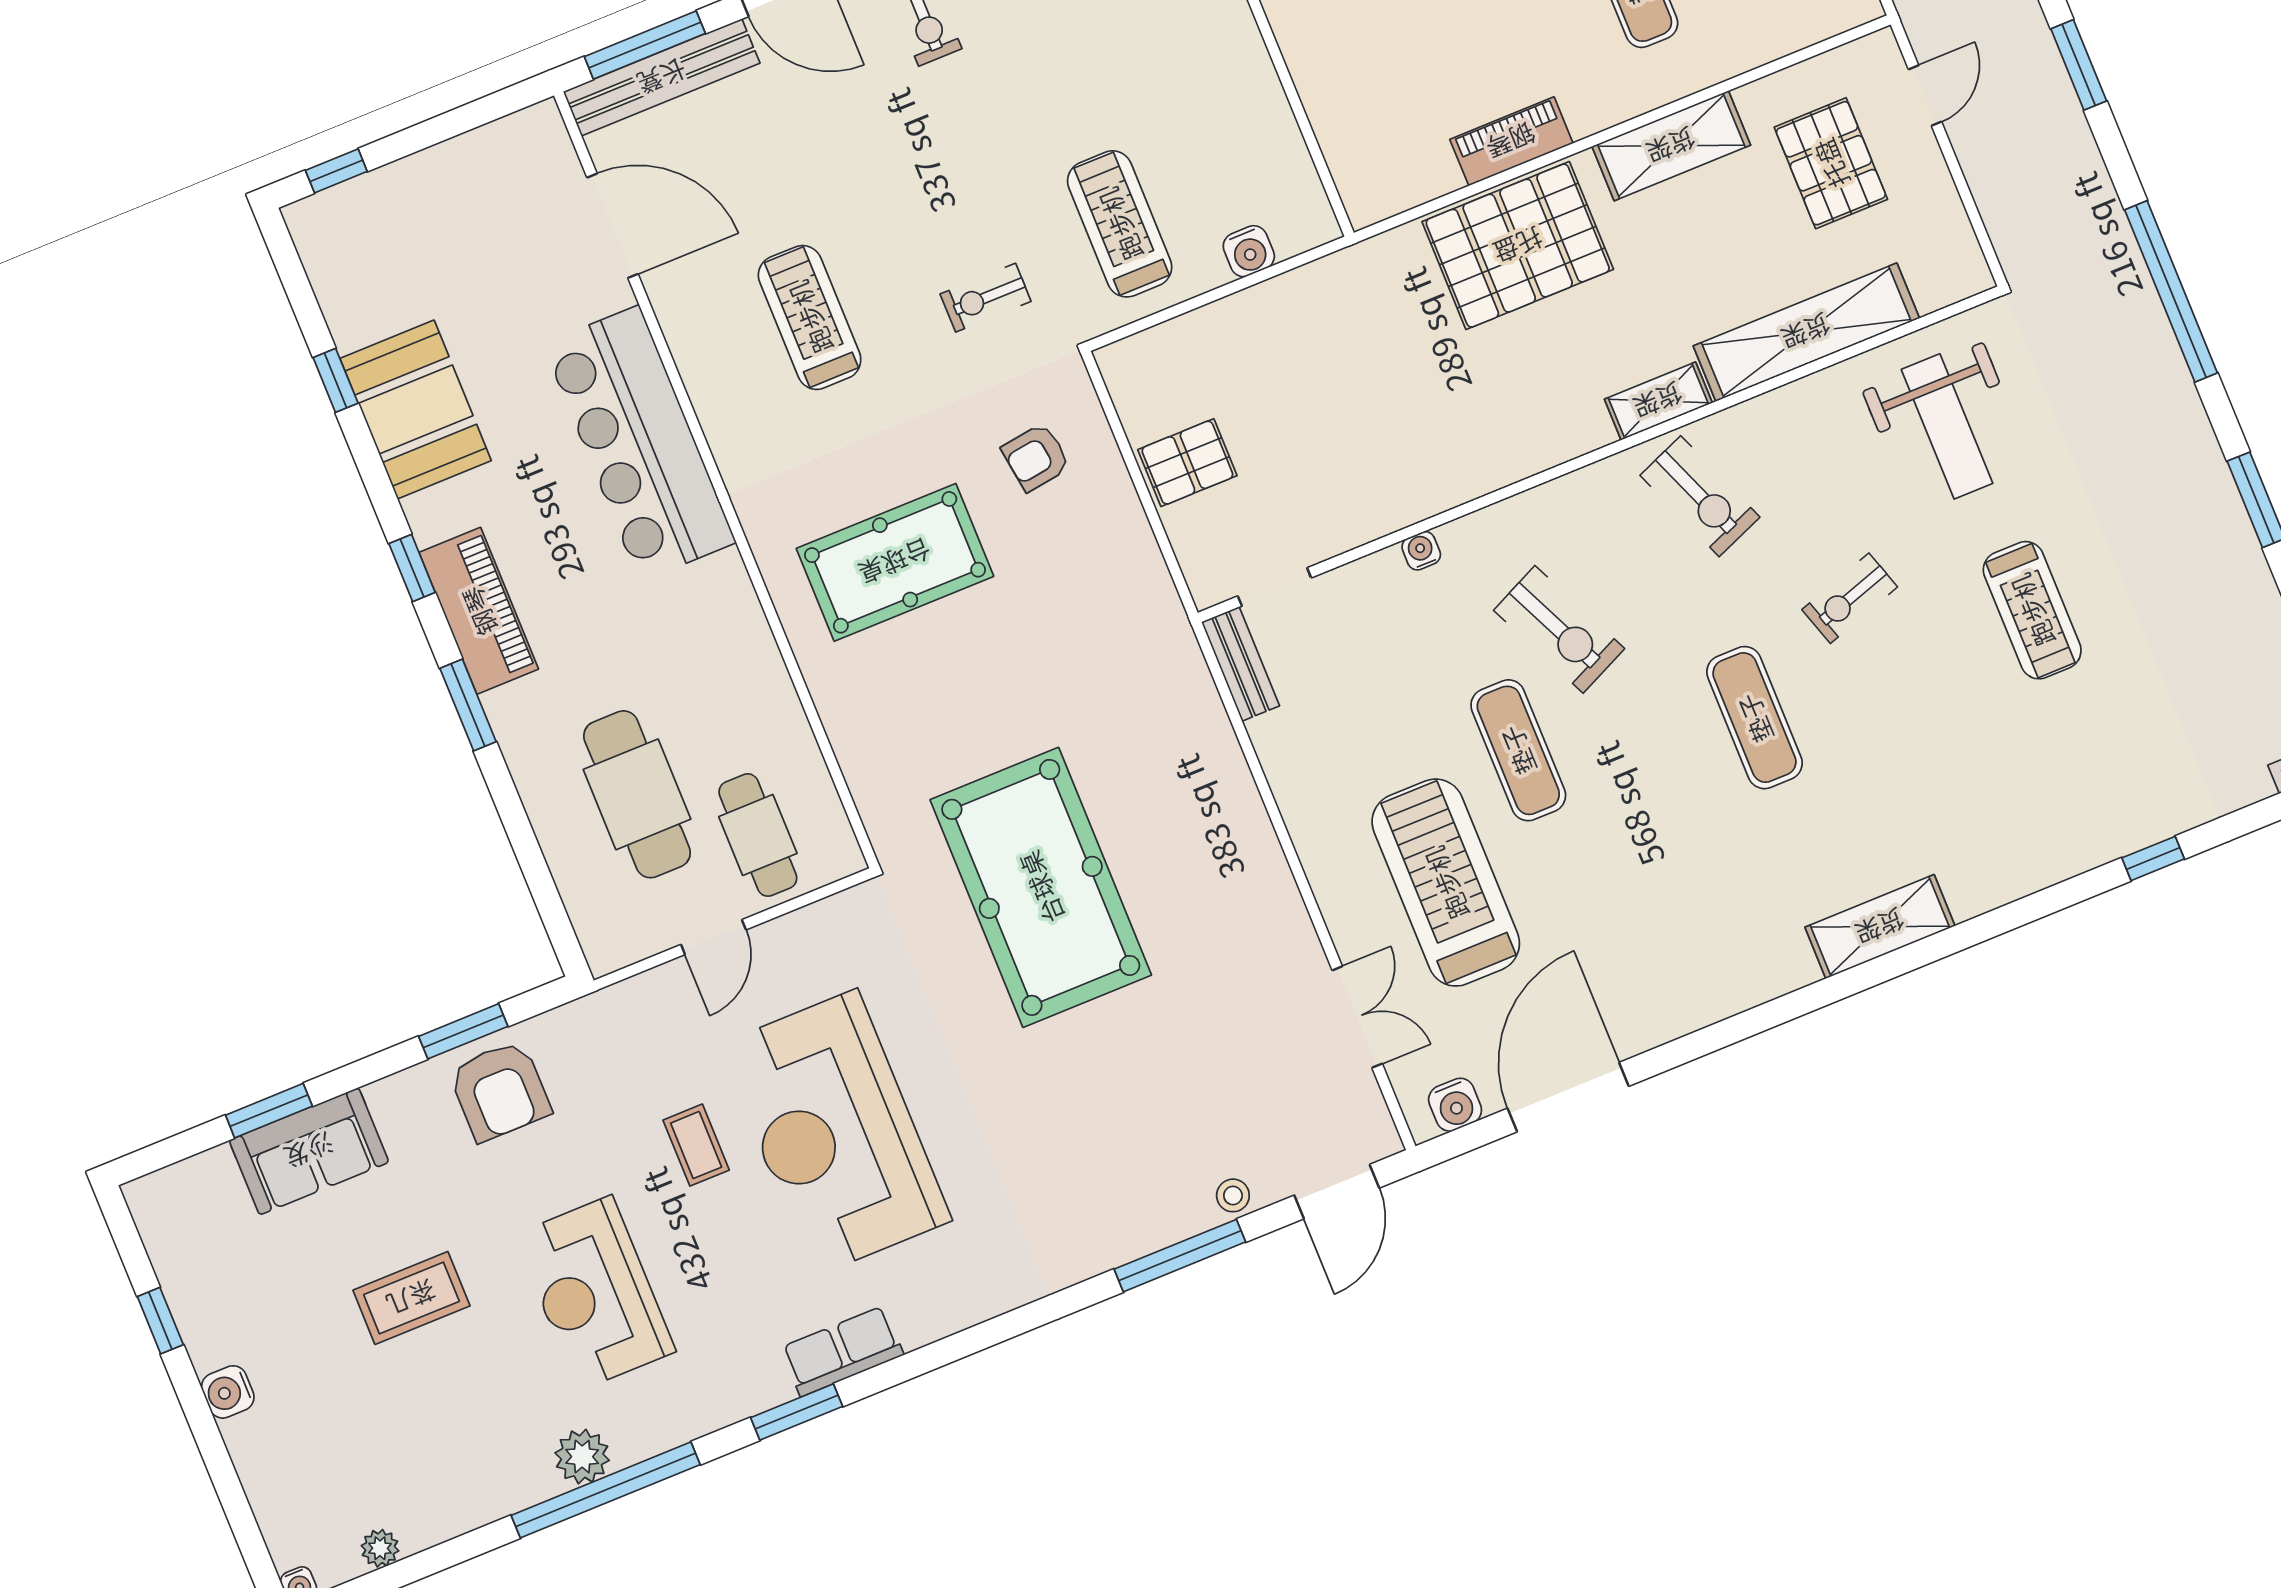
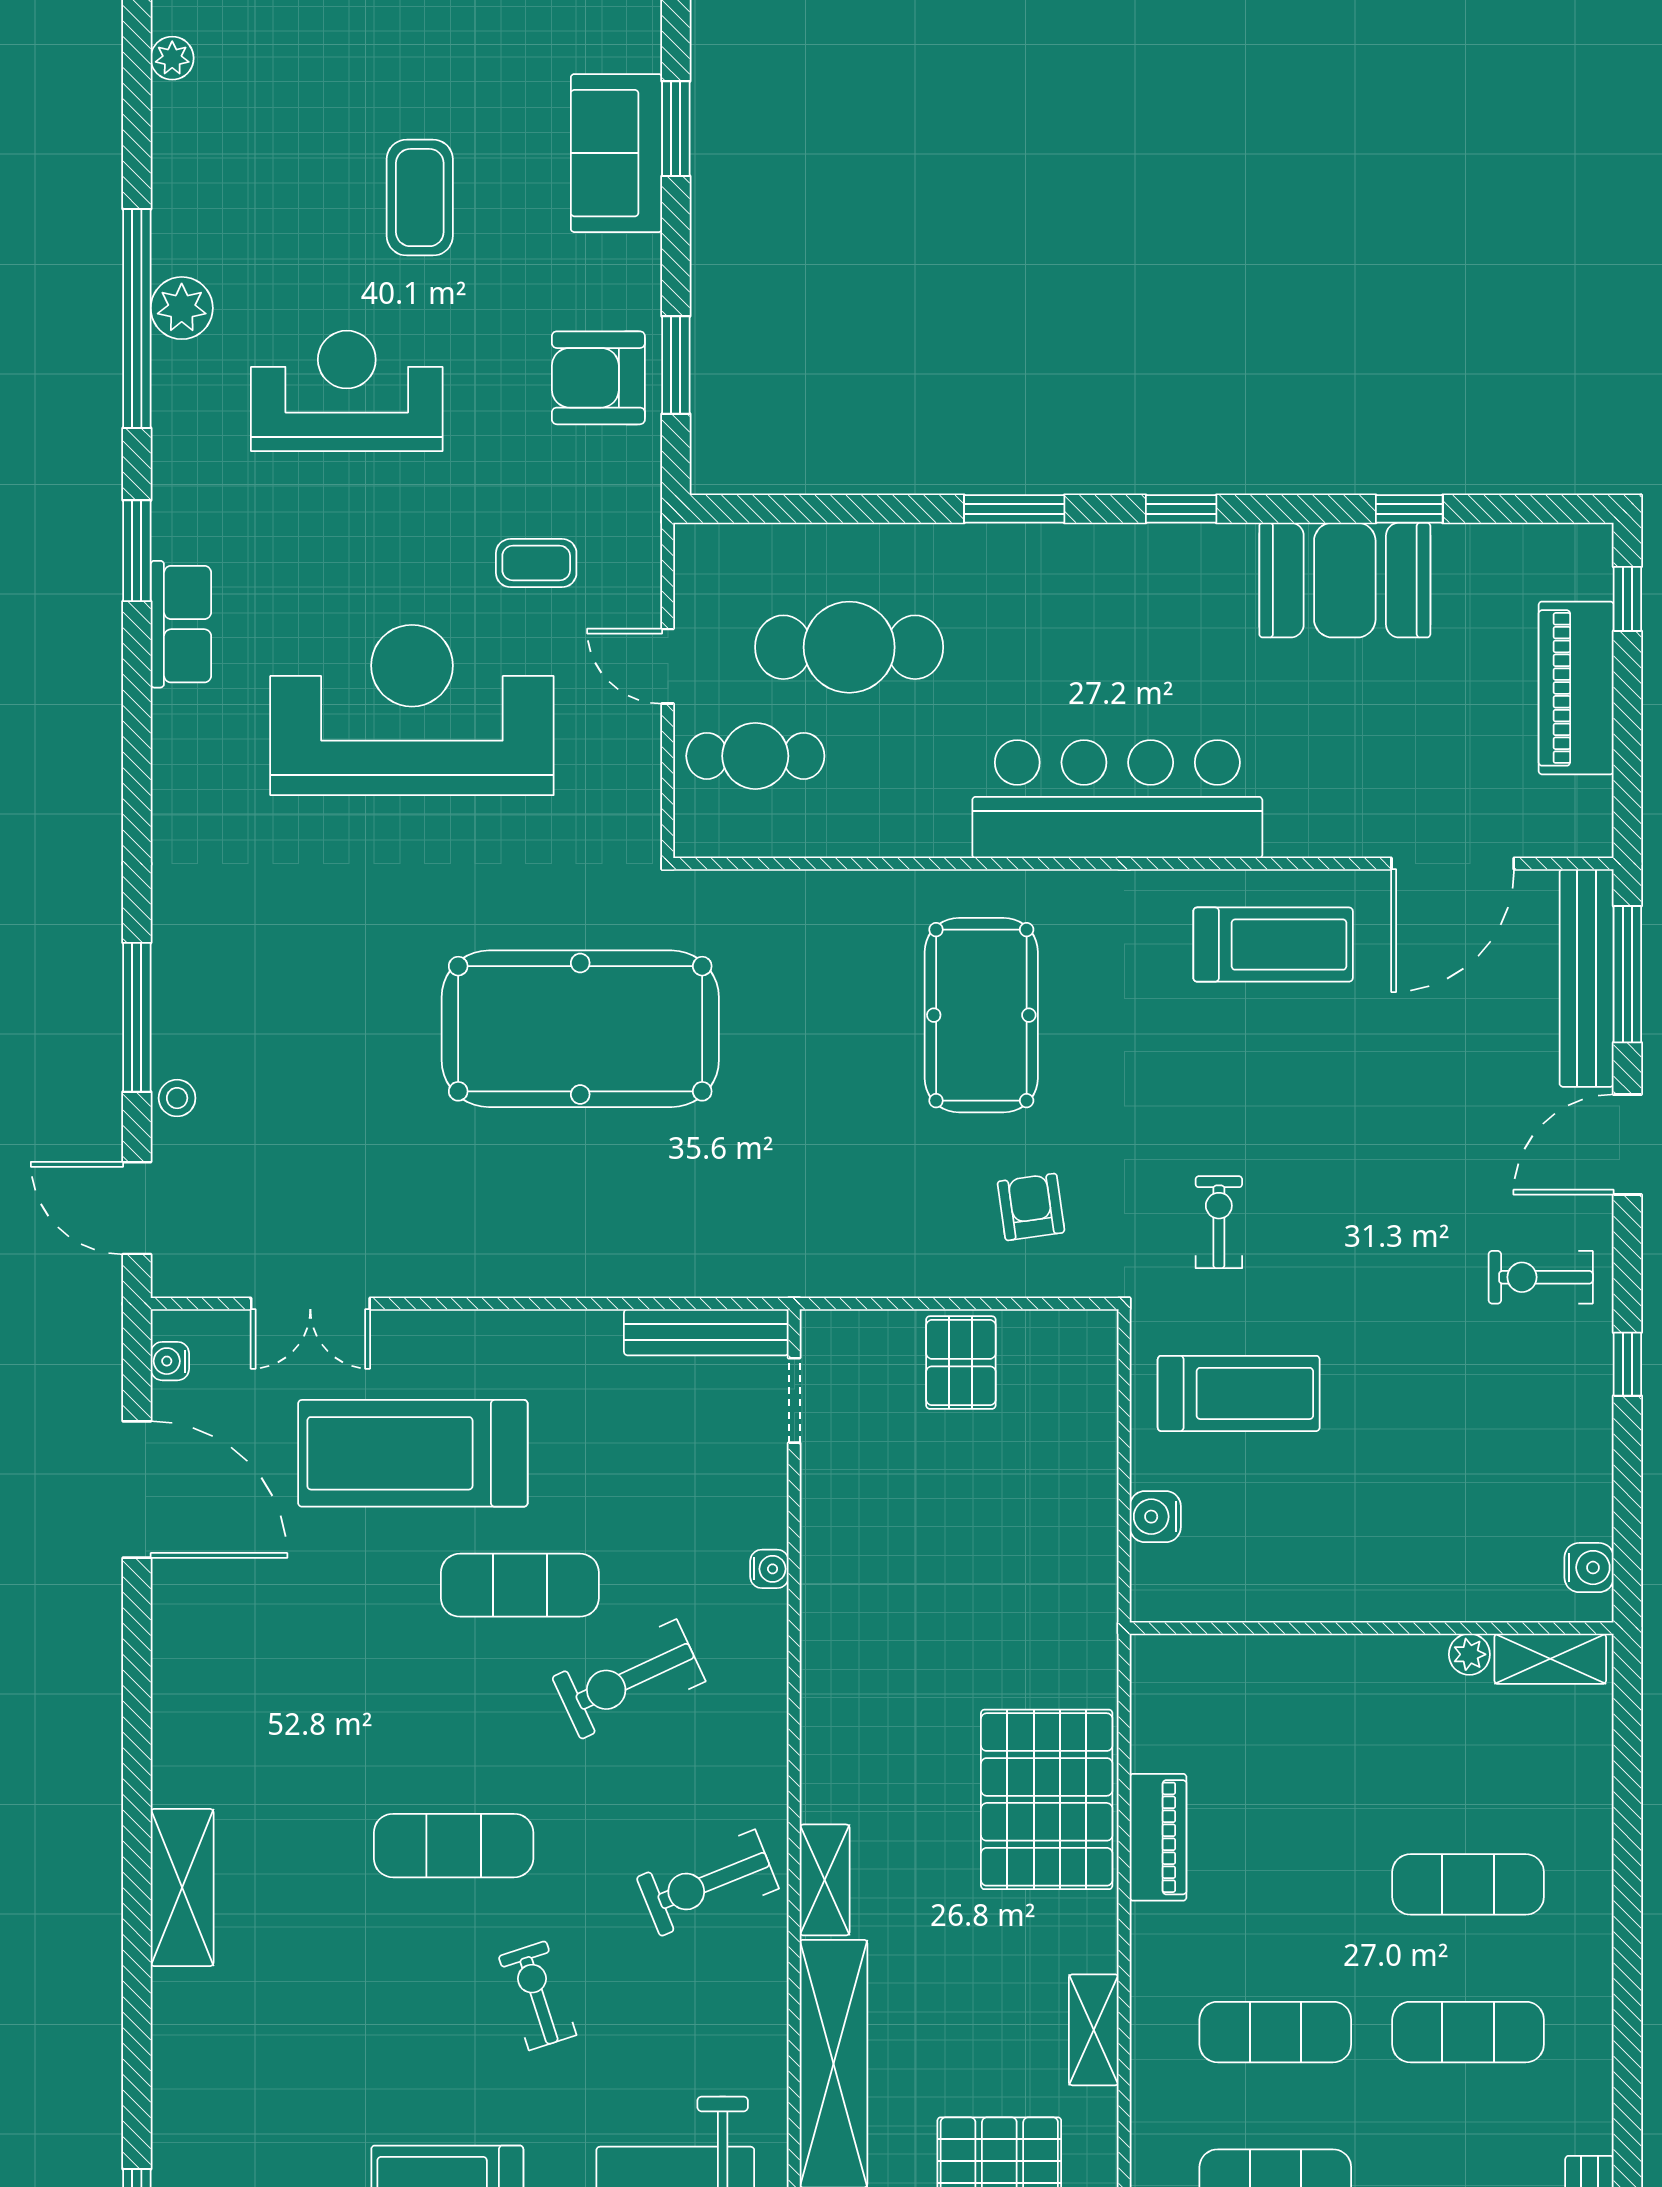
shelving: (1671, 146) -> (1094, 2030), width x0.67, depth x0.75
treadmill: (810, 317) -> (1273, 945), moved
bar counter: (639, 443) -> (1117, 799), moved
piano: (479, 611) -> (1576, 688), moved, turned 90
bench: (1241, 664) -> (706, 1332), width x1.36
treadmill: (1446, 883) -> (413, 1453), turned 180
water cooler: (1455, 1105) -> (170, 1361), width x0.72, depth x0.72
coffee table: (696, 1145) -> (536, 563), moved

